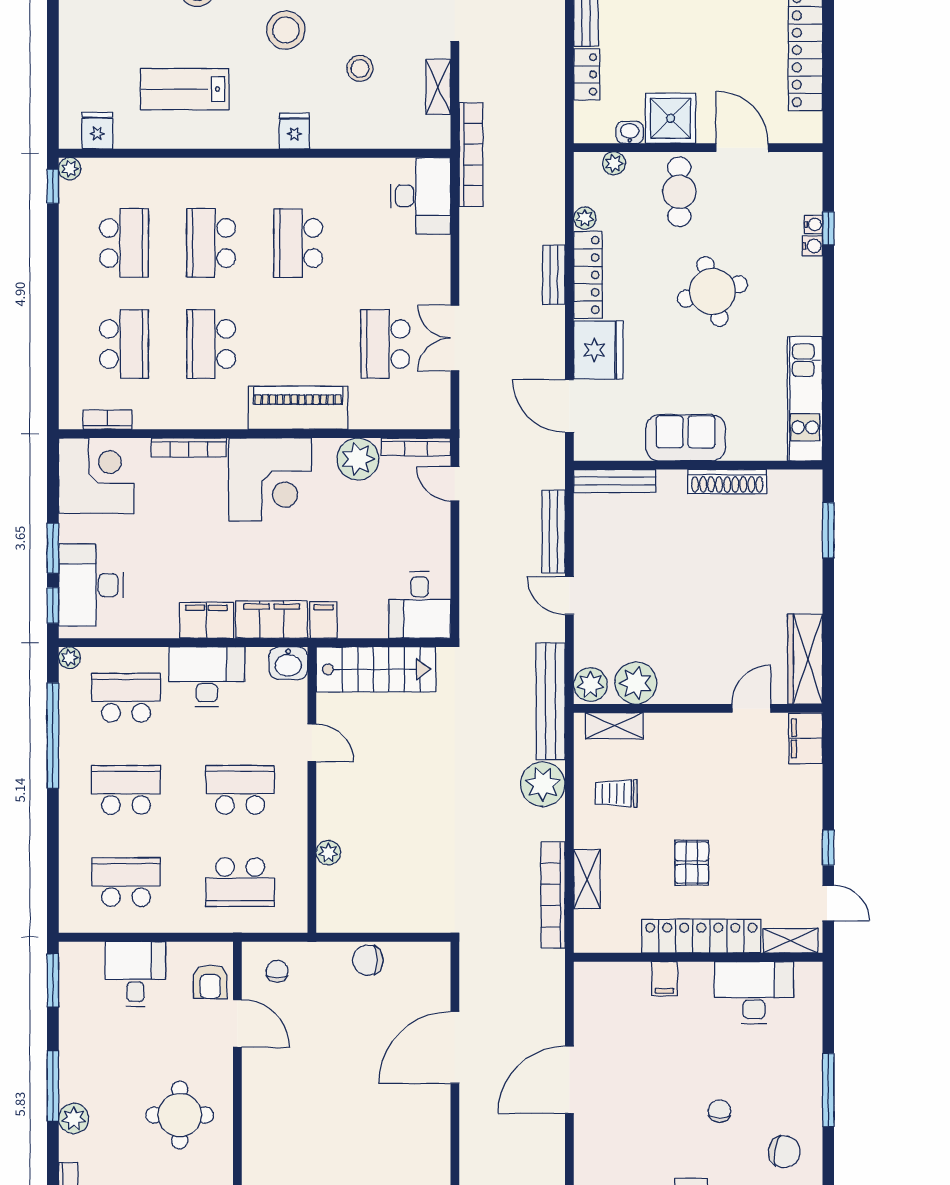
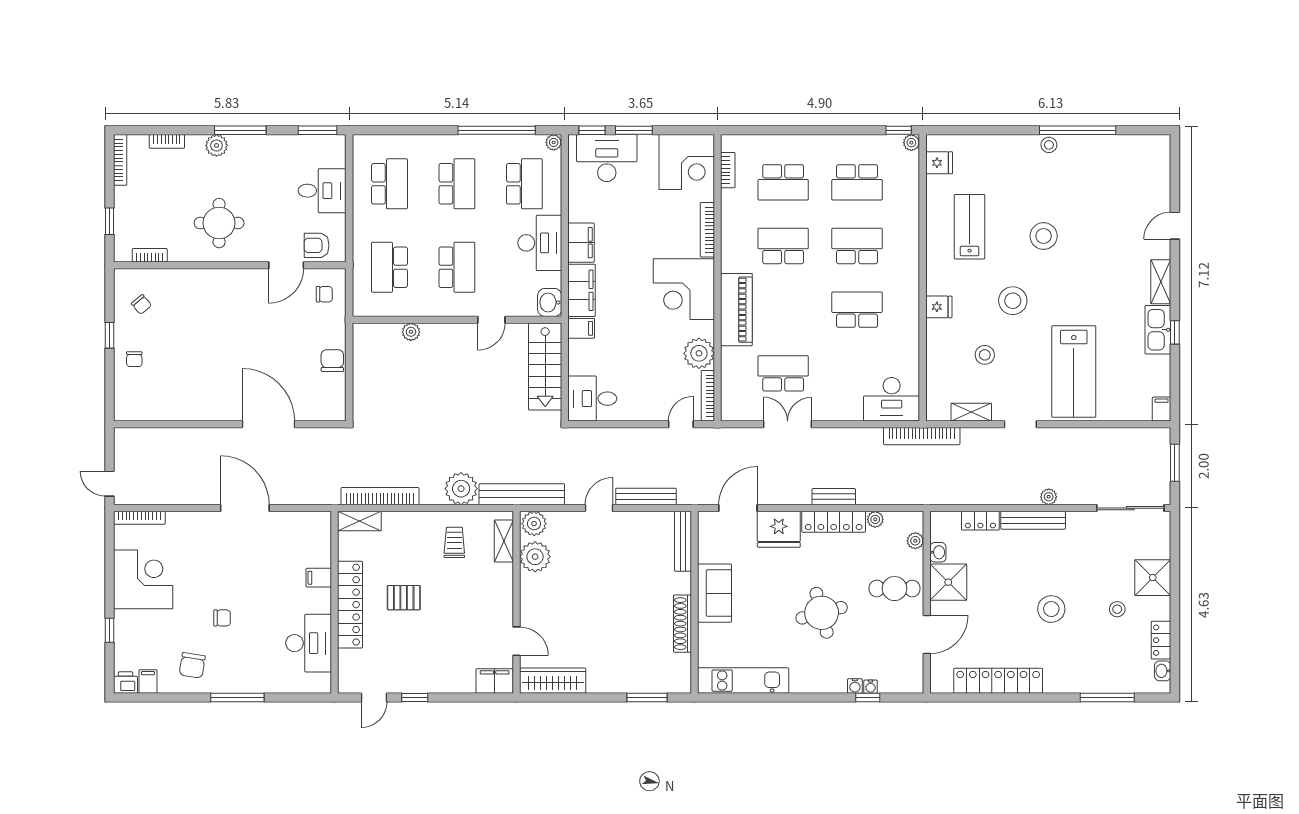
shelving: (587, 879) -> (359, 521), moved
shelving: (791, 941) -> (347, 670), removed

